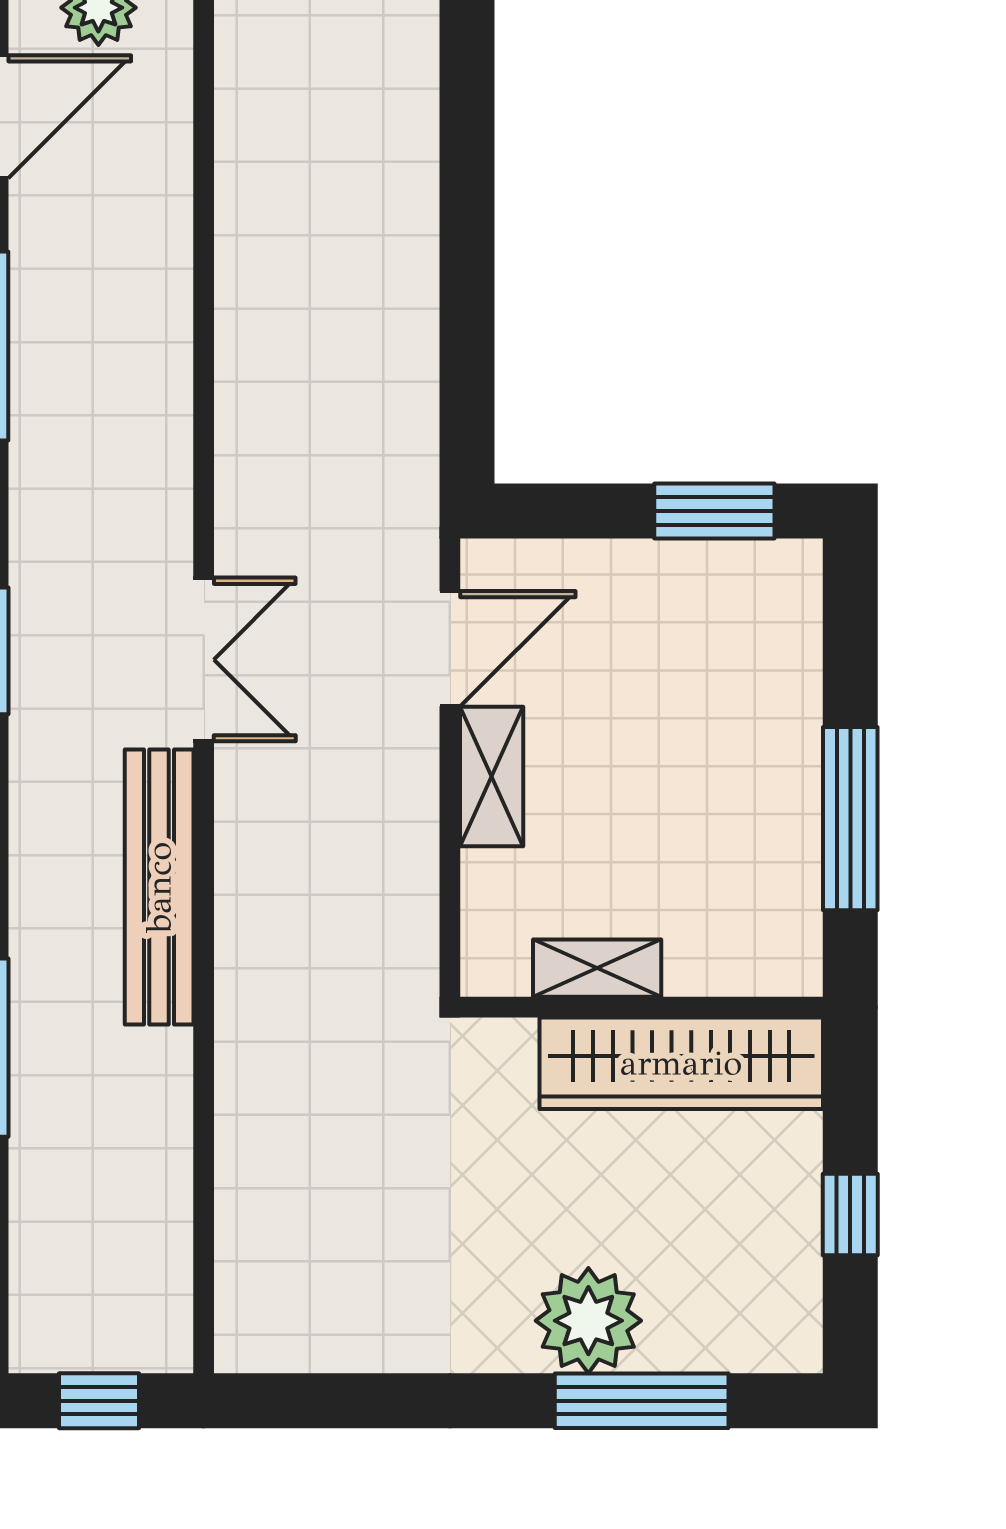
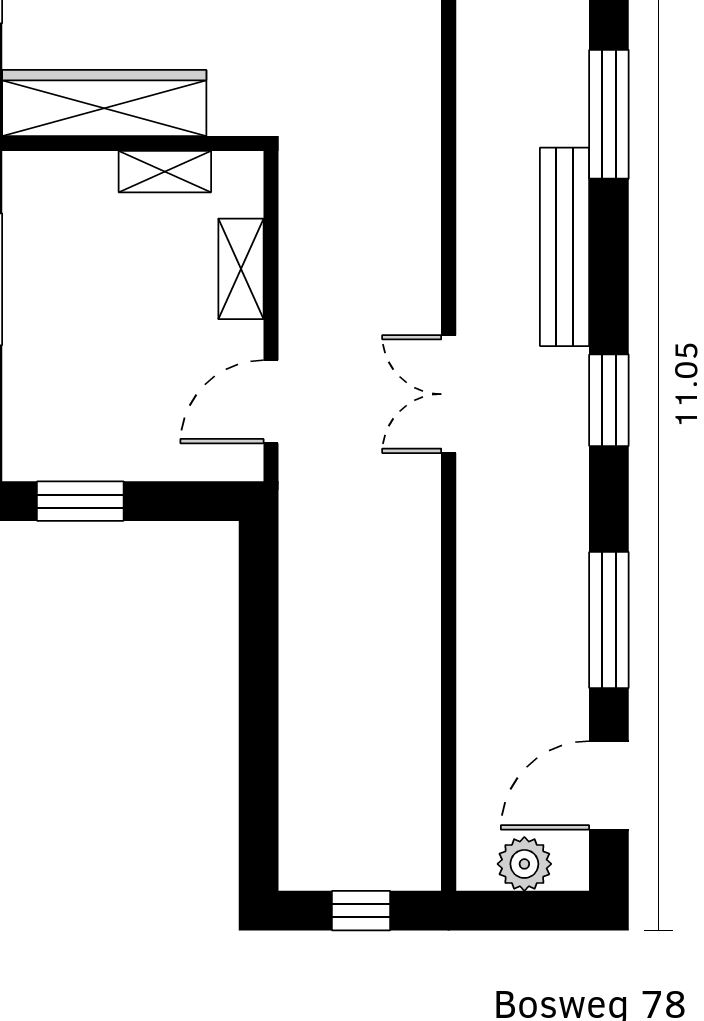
shelving: (492, 777) -> (241, 269), moved
bench: (159, 887) -> (565, 247), moved

